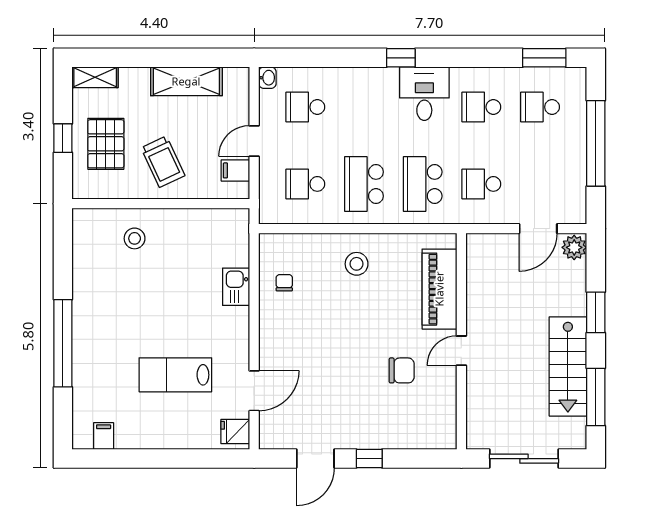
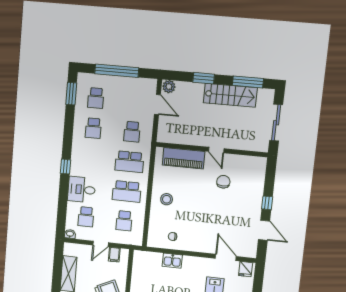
desk: (424, 94) -> (82, 190), moved
door: (254, 141) -> (101, 244), hinge flipped

